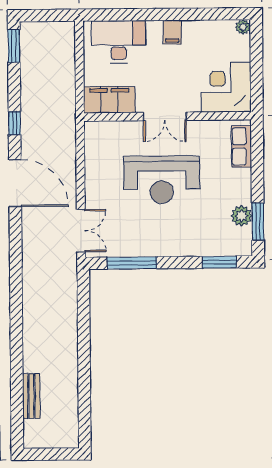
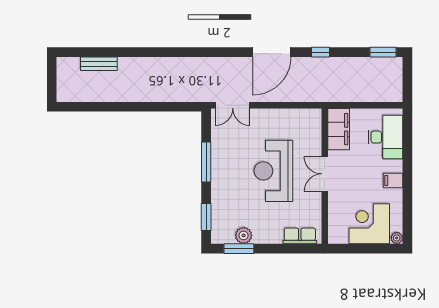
corner desk: (226, 87) -> (369, 224), moved, turned -90
window: (132, 263) -> (206, 162), moved

